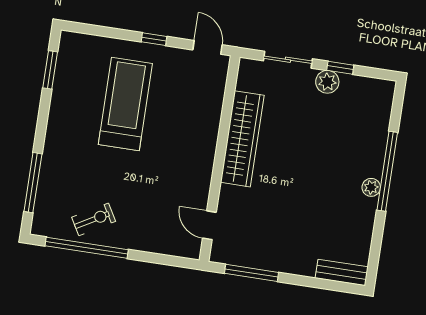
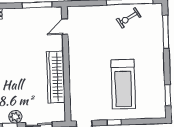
door: (209, 225) -> (65, 26), swing flipped

